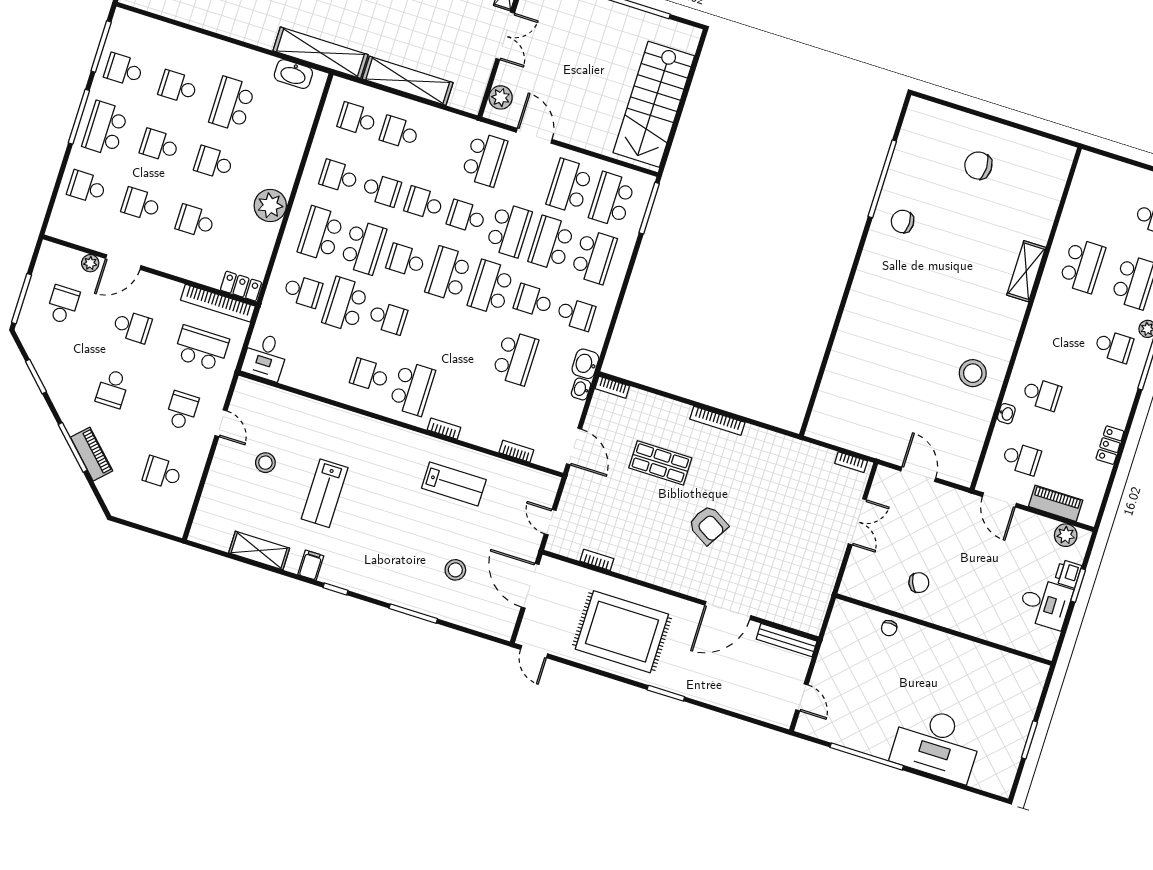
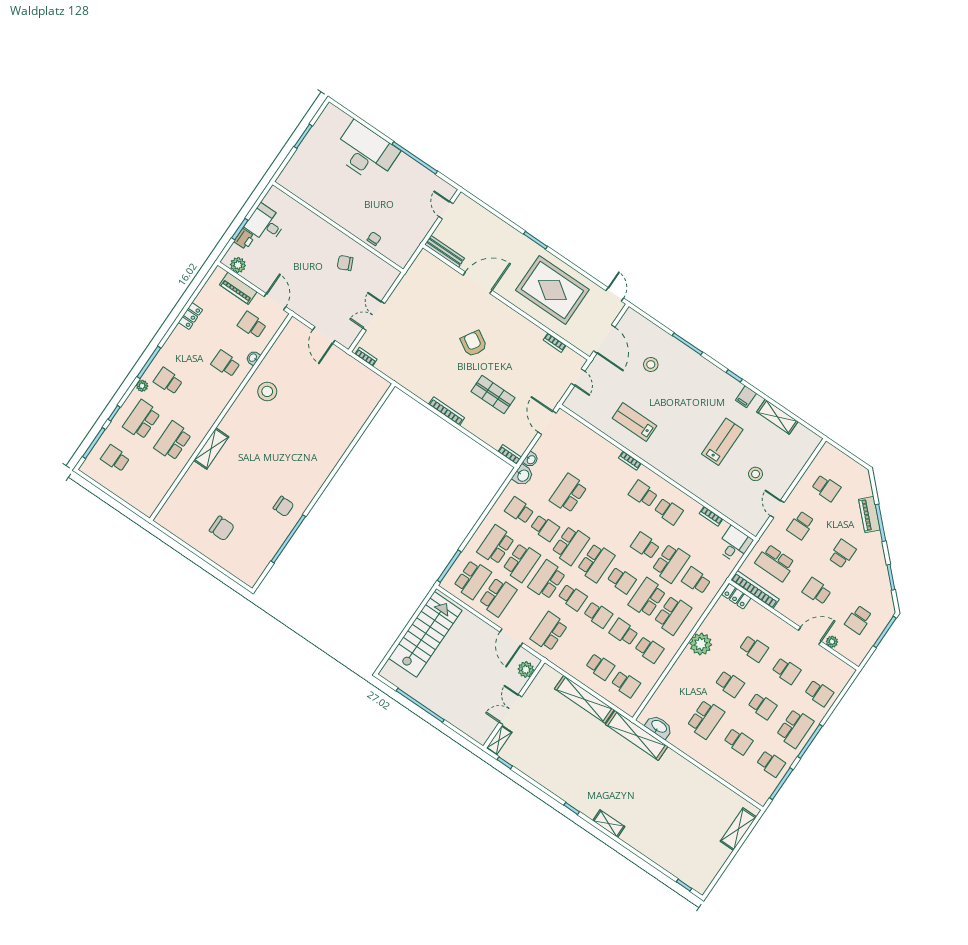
school desk: (412, 389) -> (643, 494), width x0.54
bookcase: (516, 451) -> (711, 516), moved

